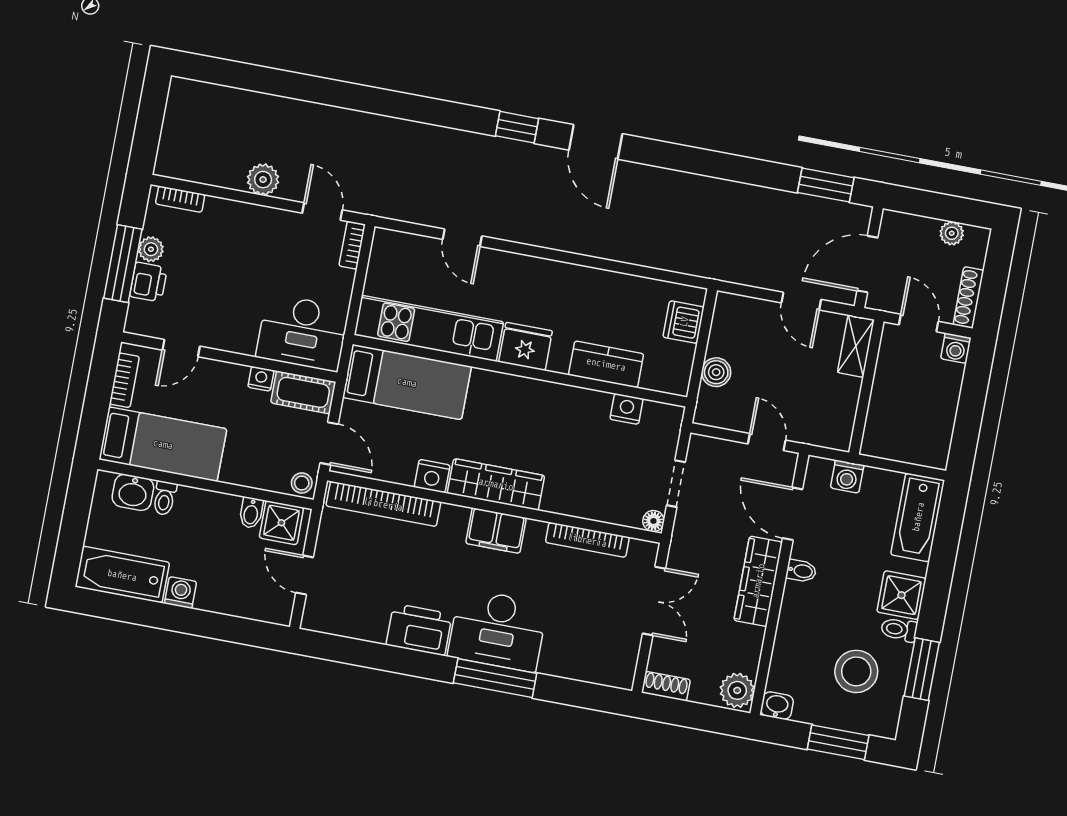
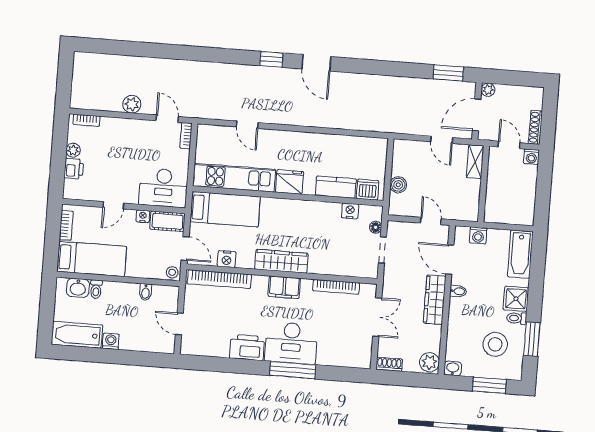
plant: (952, 233) -> (488, 90), moved
window: (123, 264) -> (58, 160), removed
dishwasher: (684, 322) -> (368, 190), moved, turned 90
door: (181, 348) -> (113, 205), moved
nightstand: (432, 476) -> (227, 259), moved
floor lamp: (653, 521) -> (376, 227), moved
shower: (281, 523) -> (163, 296), removed

